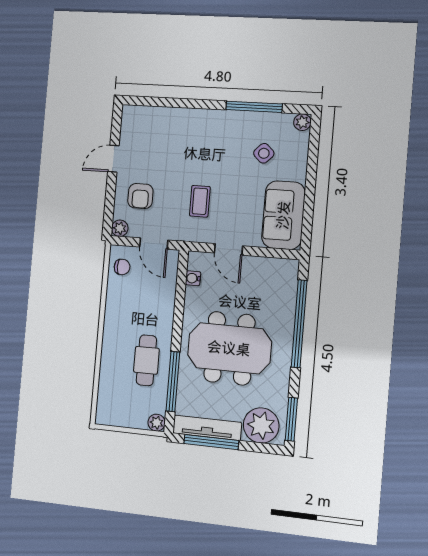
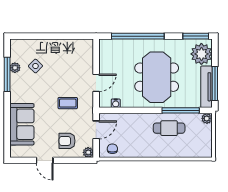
plant: (302, 122) -> (15, 68), moved
armchair: (140, 196) -> (67, 141), turned 180
sofa: (283, 215) -> (22, 124), moved, turned -90

